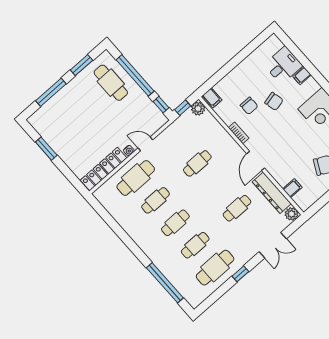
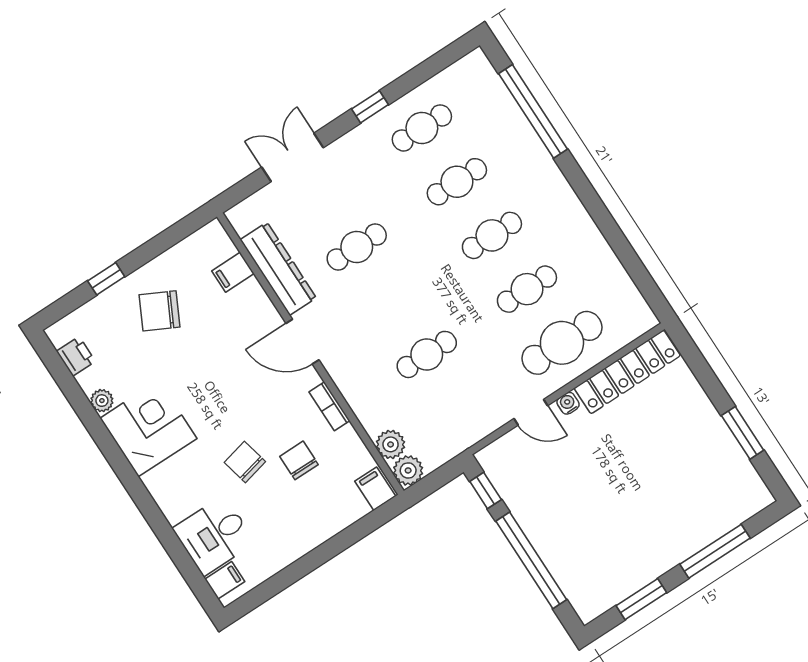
filing cabinet: (302, 76) -> (225, 580), moved
cafe table: (111, 83) -> (585, 553), removed
window: (183, 108) -> (440, 477), removed
door: (256, 161) -> (302, 342), swing flipped
plant: (292, 214) -> (391, 444), moved
cafe table: (215, 268) -> (422, 128), width x0.73, depth x0.74

